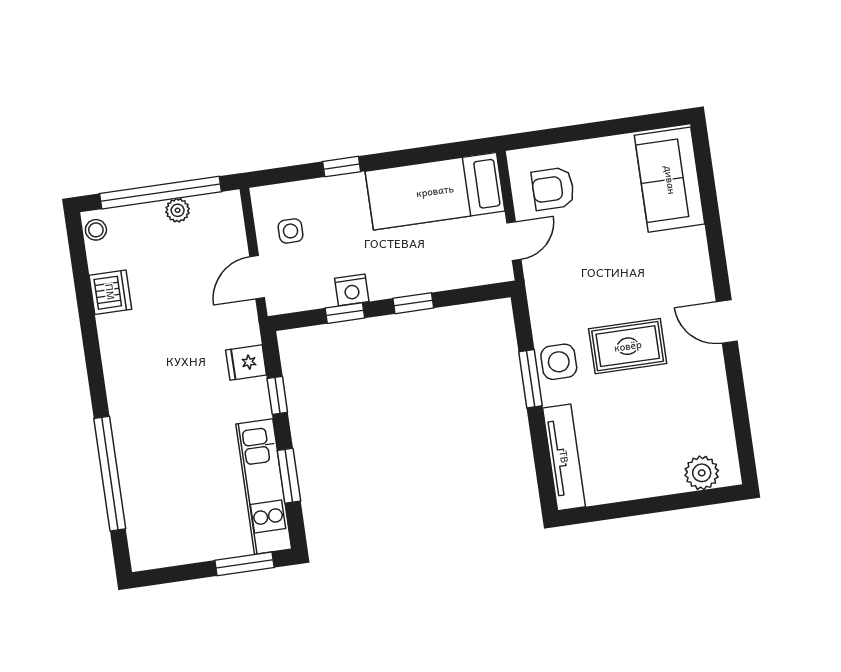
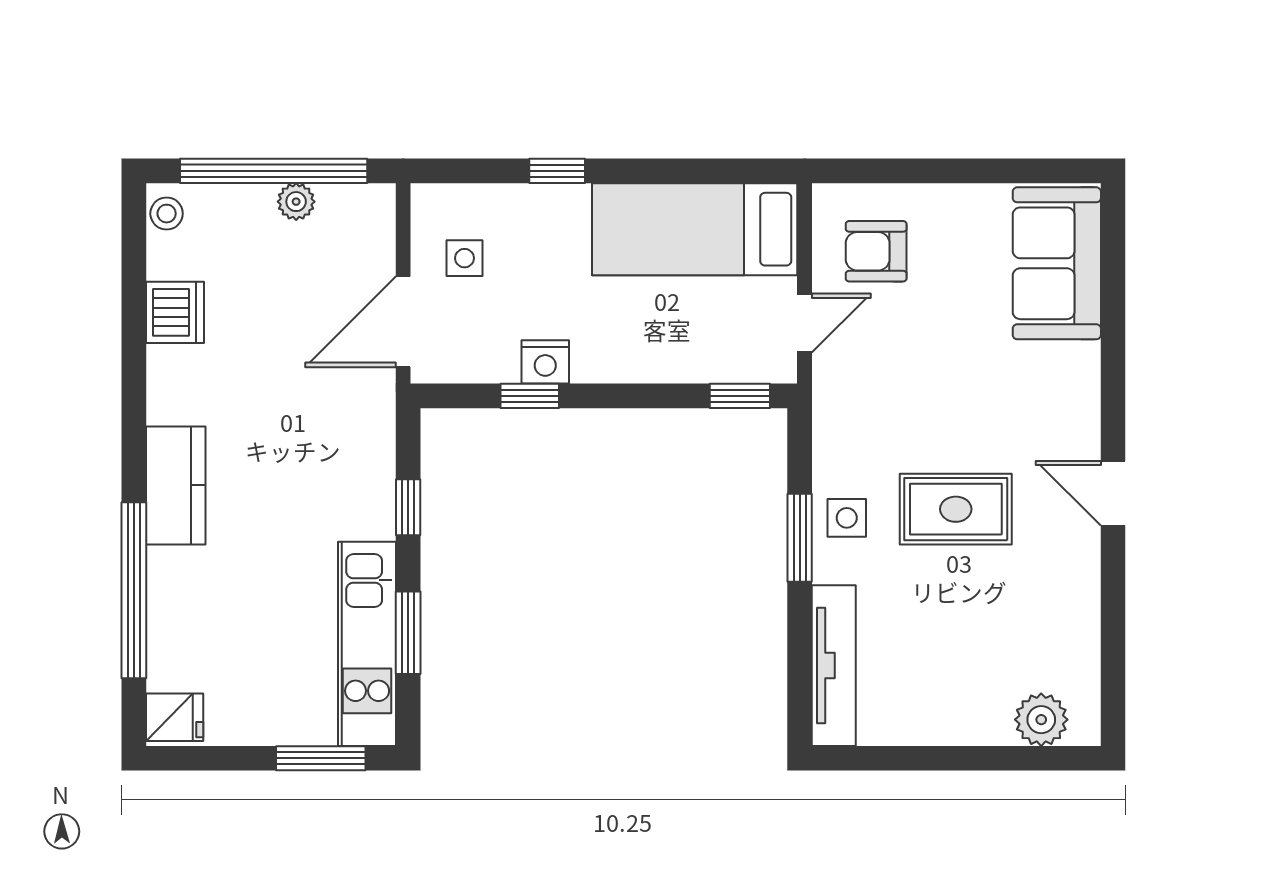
door: (257, 277) -> (403, 322), width x1.38
window: (413, 303) -> (740, 396), moved
side table: (559, 362) -> (847, 518), width x0.73, depth x0.73
fridge: (246, 363) -> (175, 717), moved, turned 180
kitchen counter: (127, 403) -> (176, 485), added

